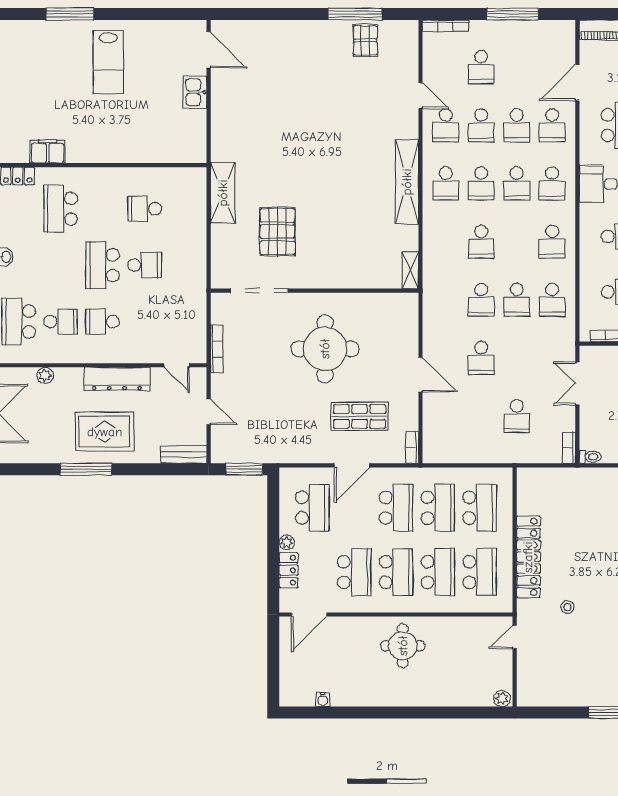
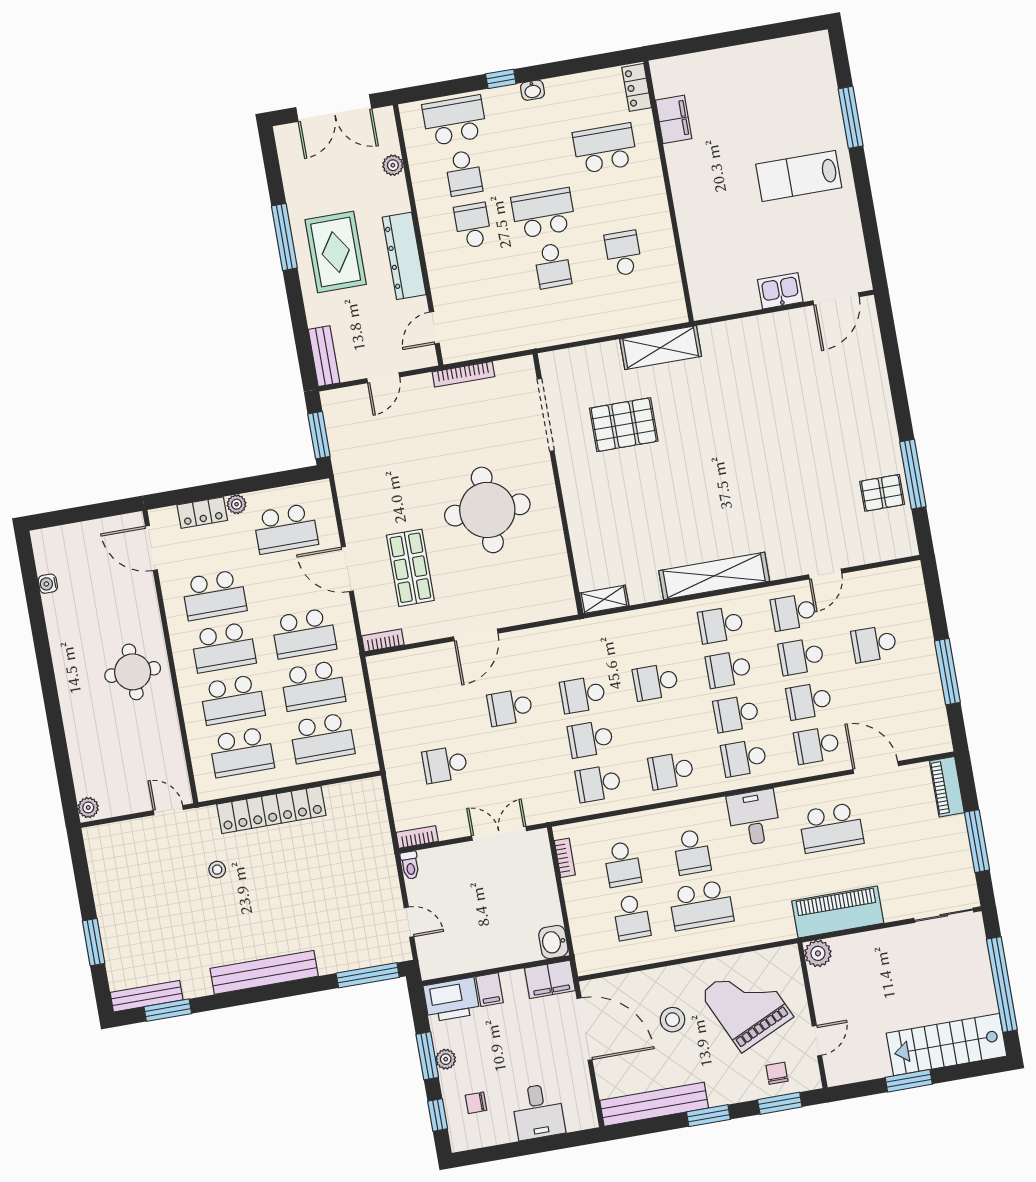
bookcase: (446, 26) -> (918, 590), removed

